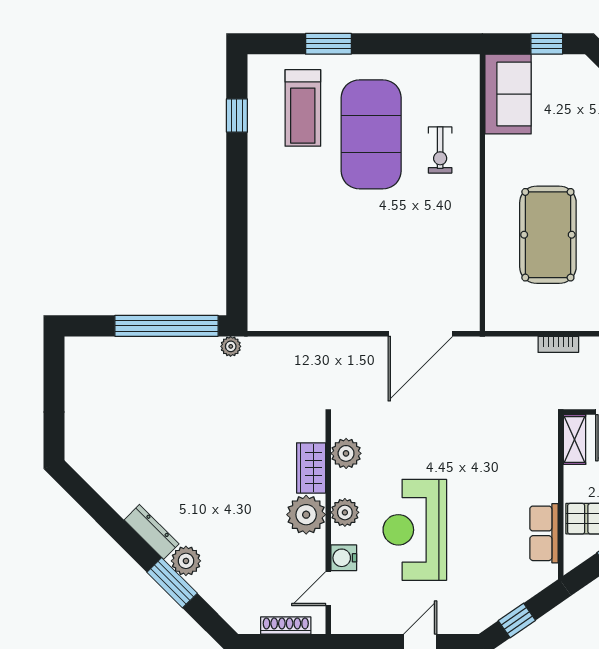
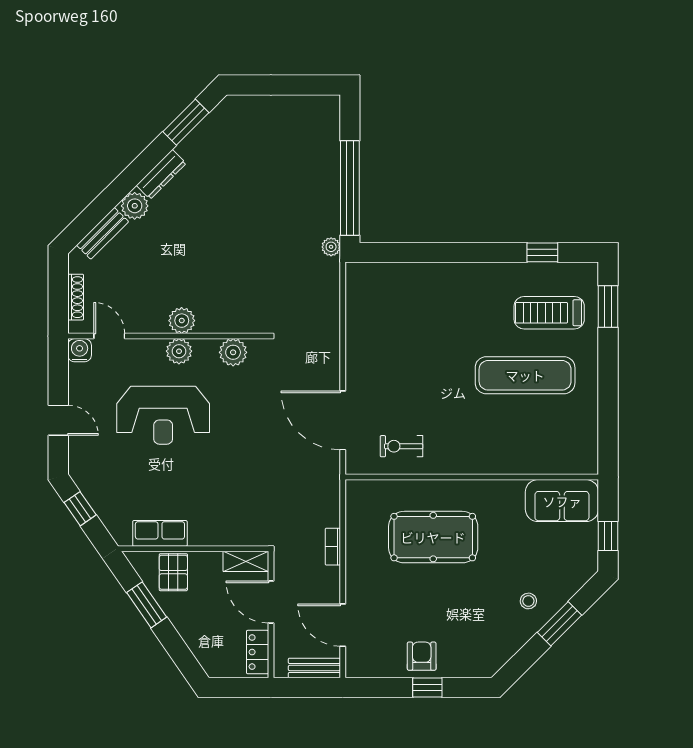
window: (328, 44) -> (608, 306), moved
exercise mat: (371, 134) -> (525, 375), width x0.68
exercise bike: (440, 150) -> (402, 446), moved
wardrobe: (311, 468) -> (220, 320), removed
plant: (306, 515) -> (182, 321), width x0.73, depth x0.73
reception desk: (415, 530) -> (163, 415), turned 180
water cooler: (344, 558) -> (80, 350), moved
window: (172, 583) -> (186, 122), moved
bench: (216, 596) -> (102, 233), added

